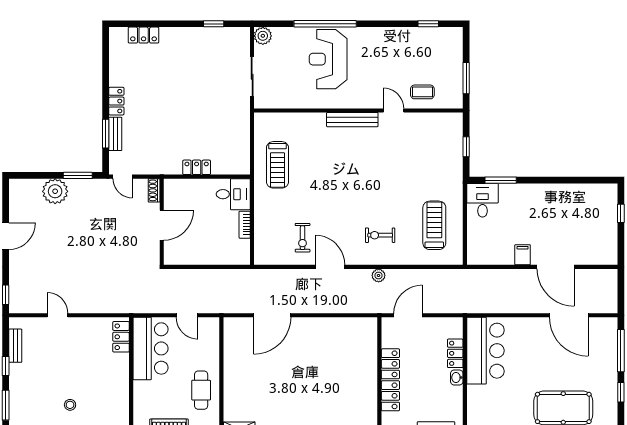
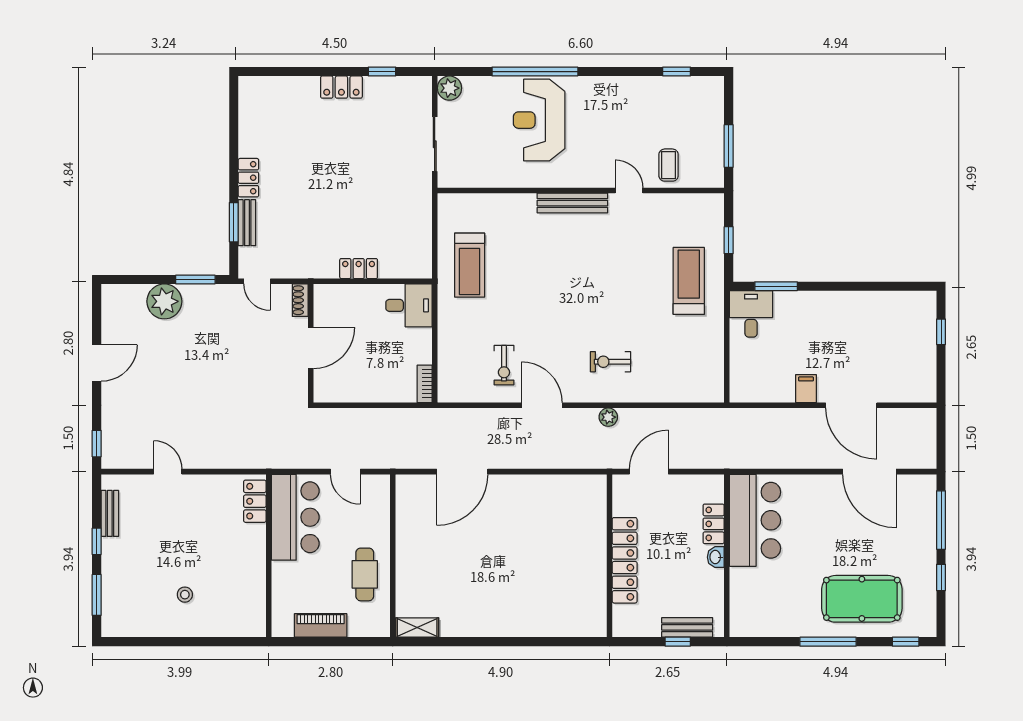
locker: (144, 35) -> (341, 87), moved
coffee table: (422, 92) -> (669, 165), turned 90
bookcase: (245, 225) -> (425, 384), moved
treadmill: (434, 225) -> (689, 281), moved

